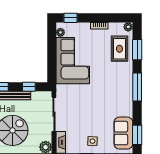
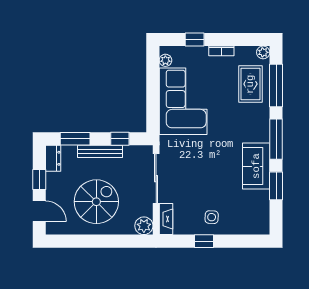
window: (71, 18) -> (195, 40), moved
window: (137, 50) -> (276, 85), width x1.44
sofa: (123, 133) -> (256, 166), moved
window: (137, 135) -> (276, 186), moved

